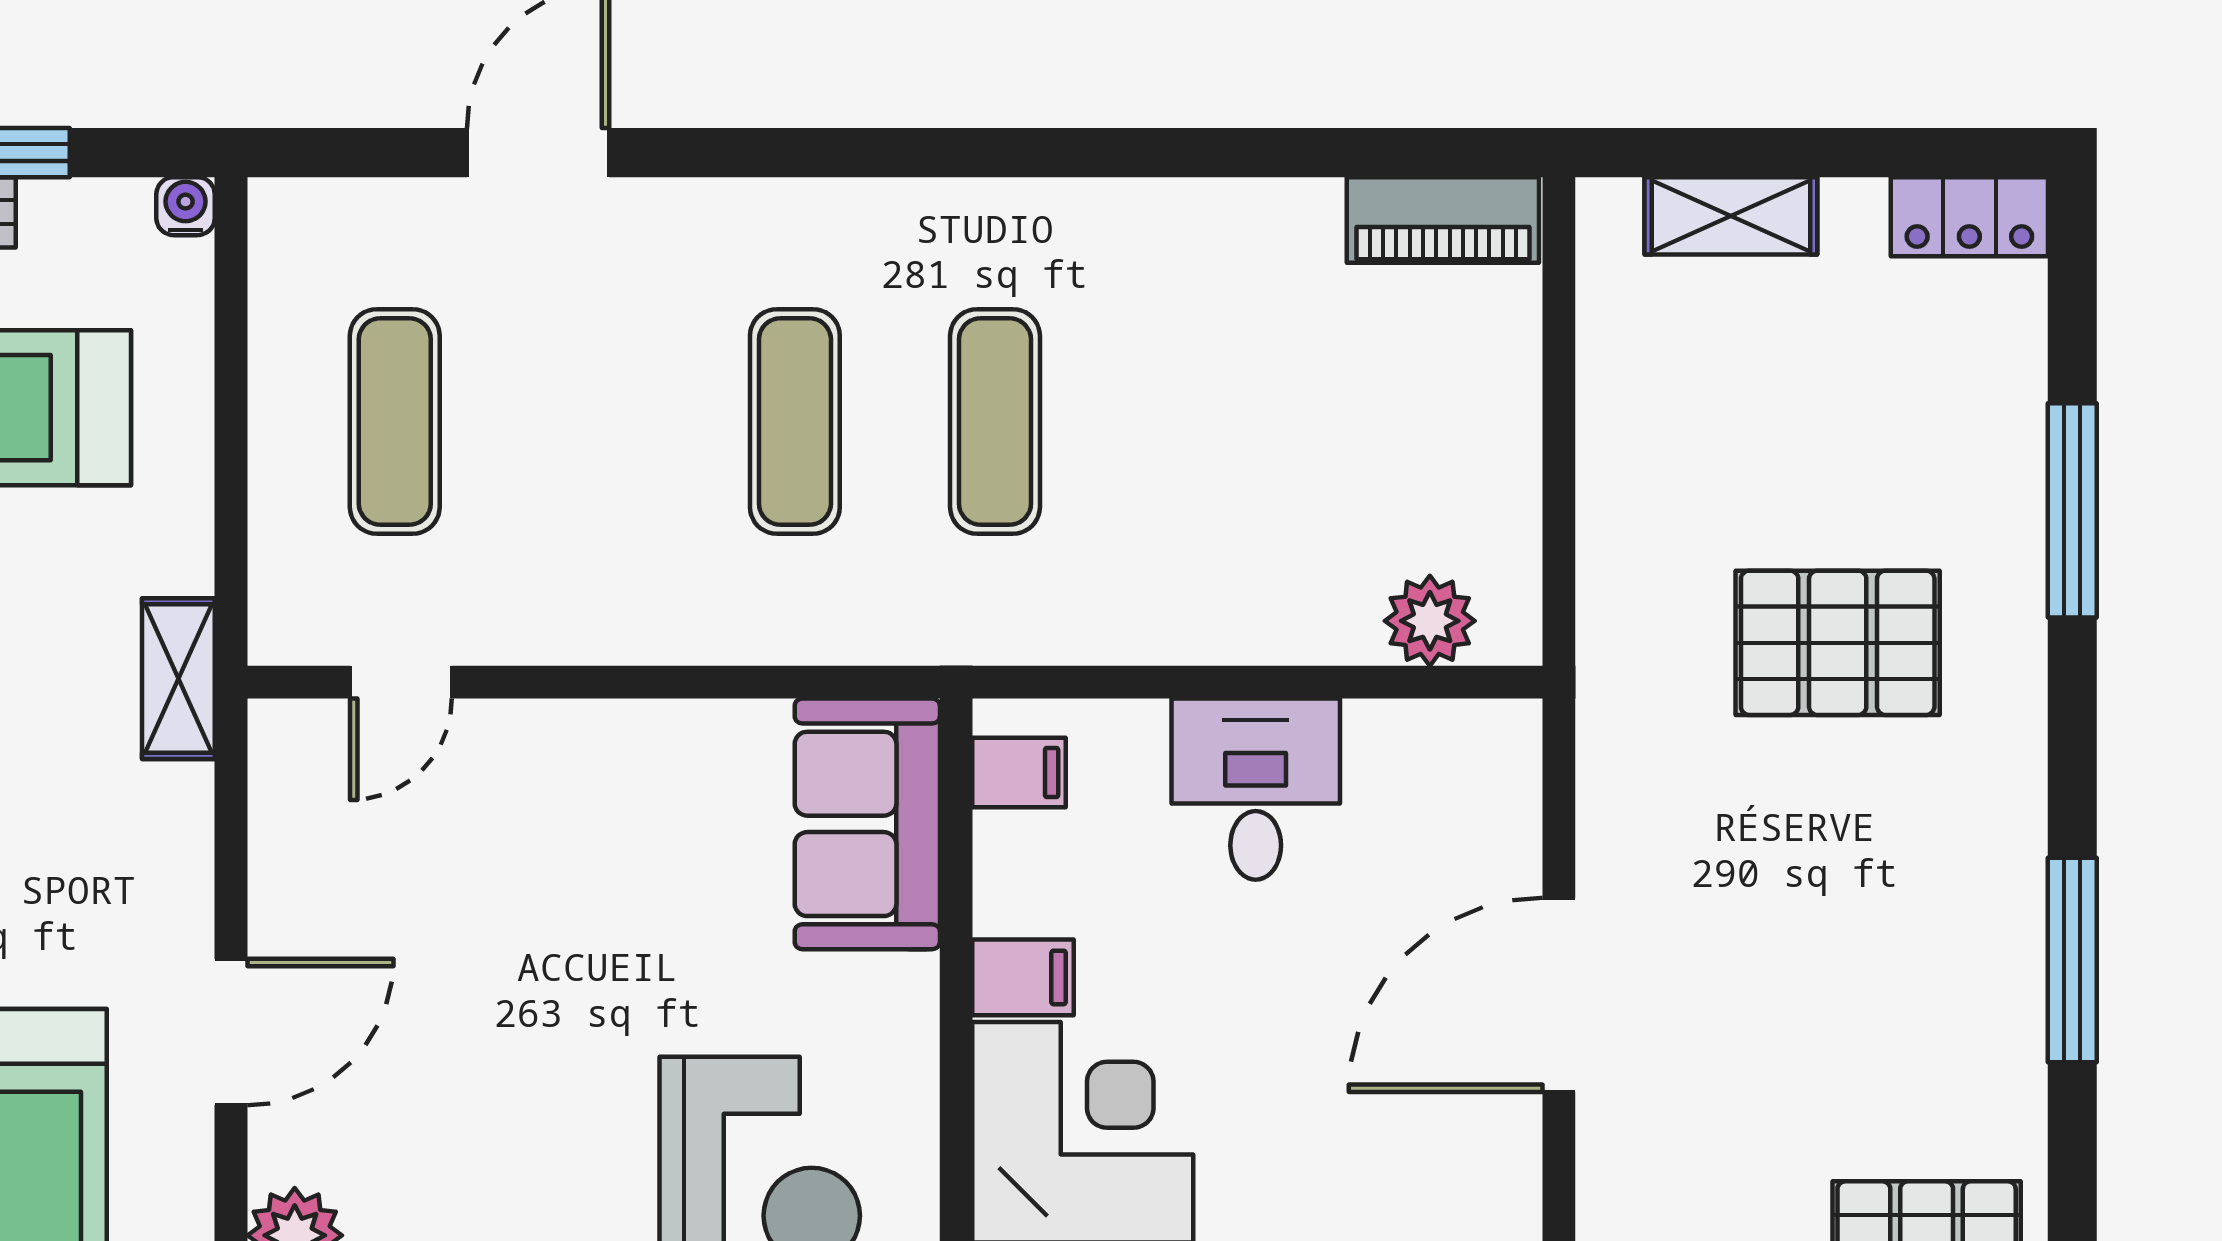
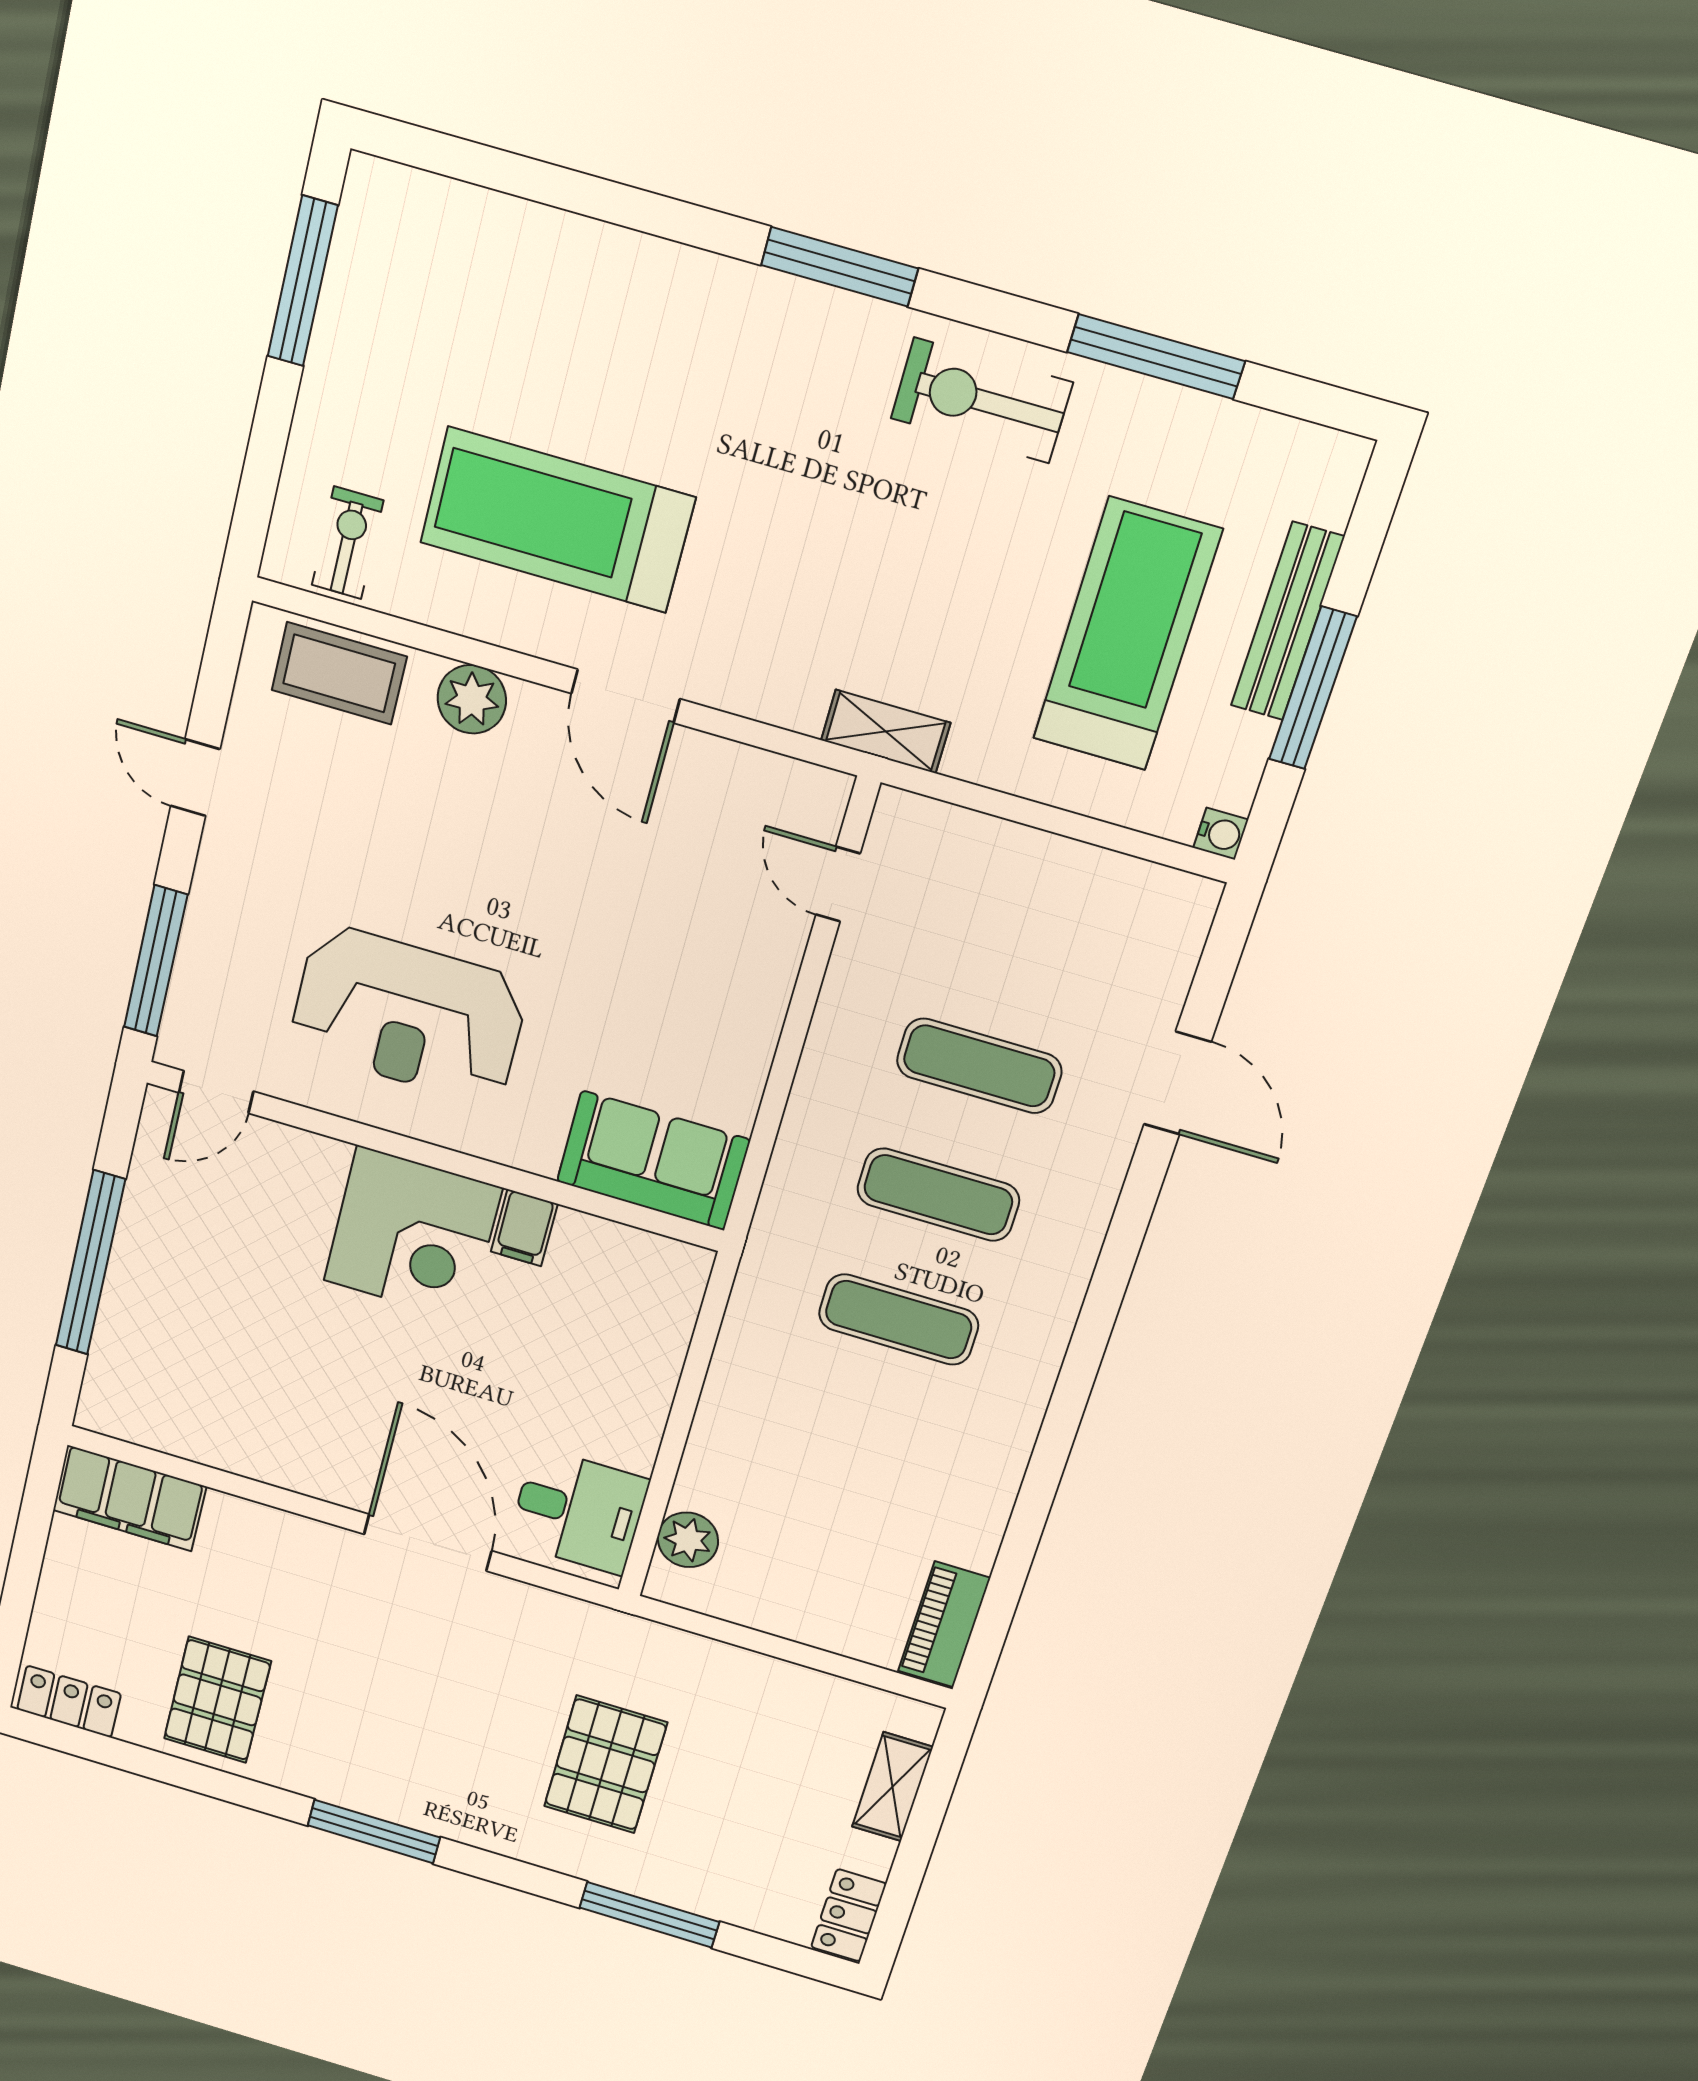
exercise mat: (395, 421) -> (979, 1066), moved
filing cabinet: (1019, 772) -> (661, 1265), removed
desk: (1256, 789) -> (579, 1511), moved

